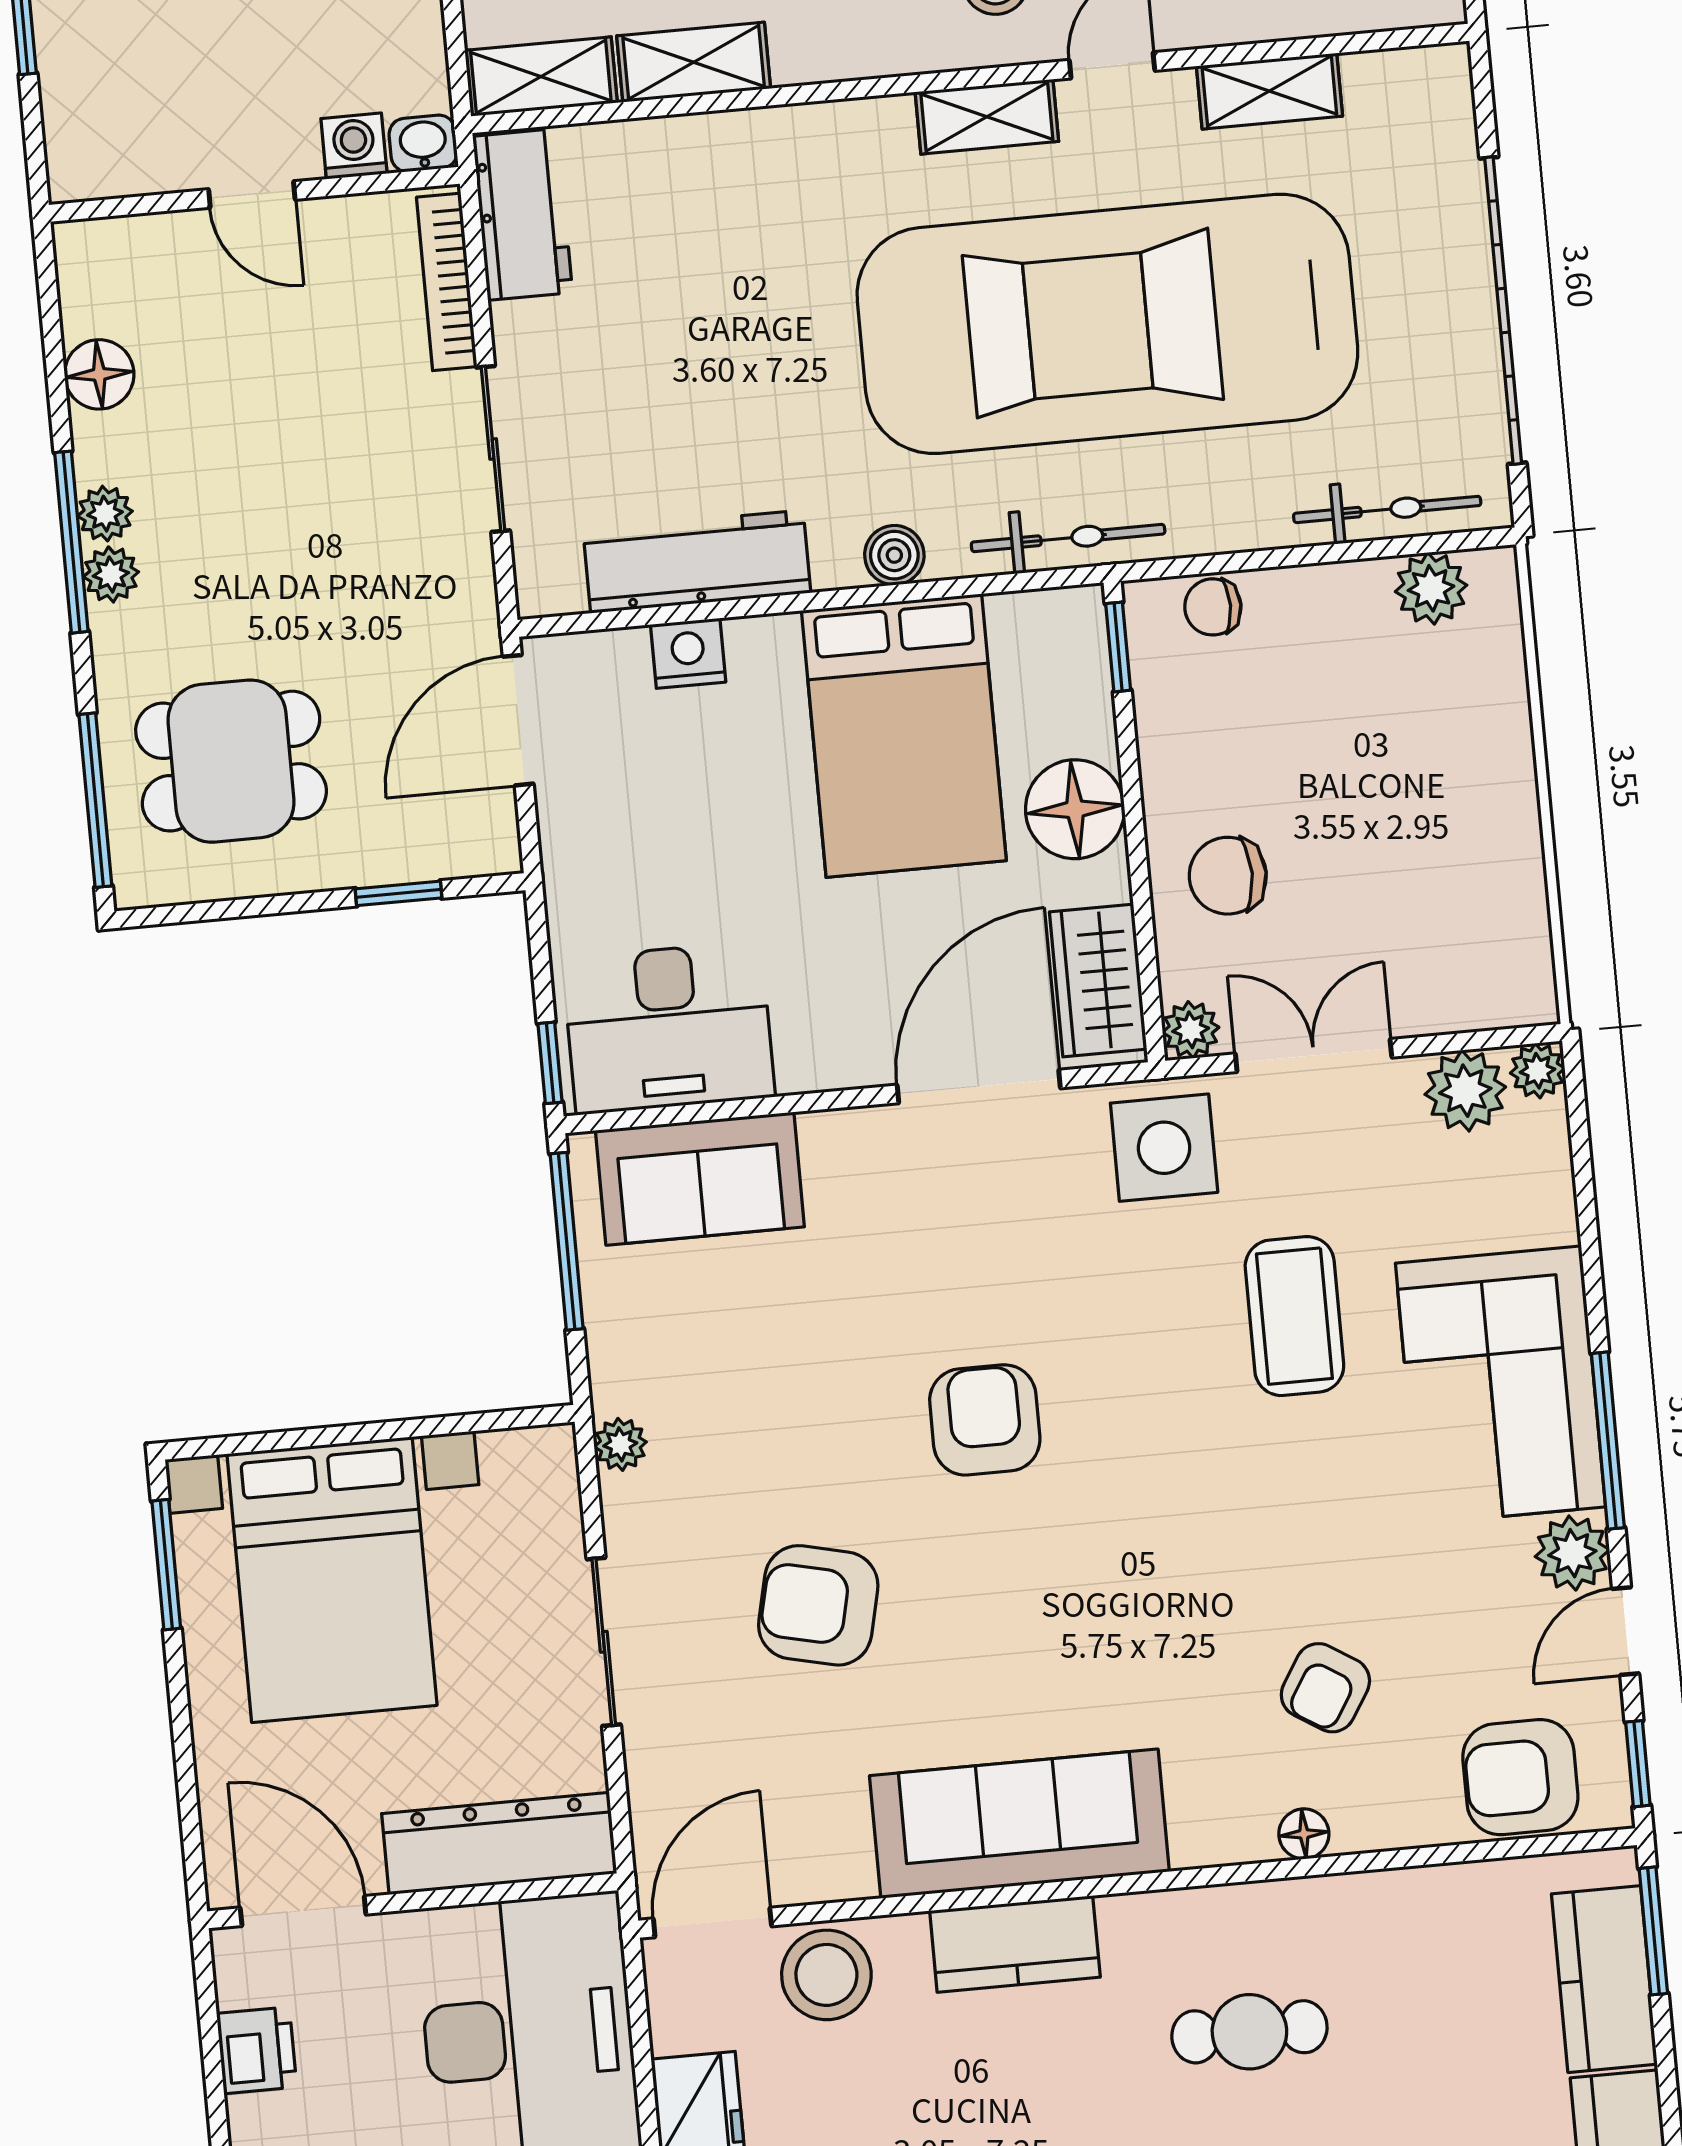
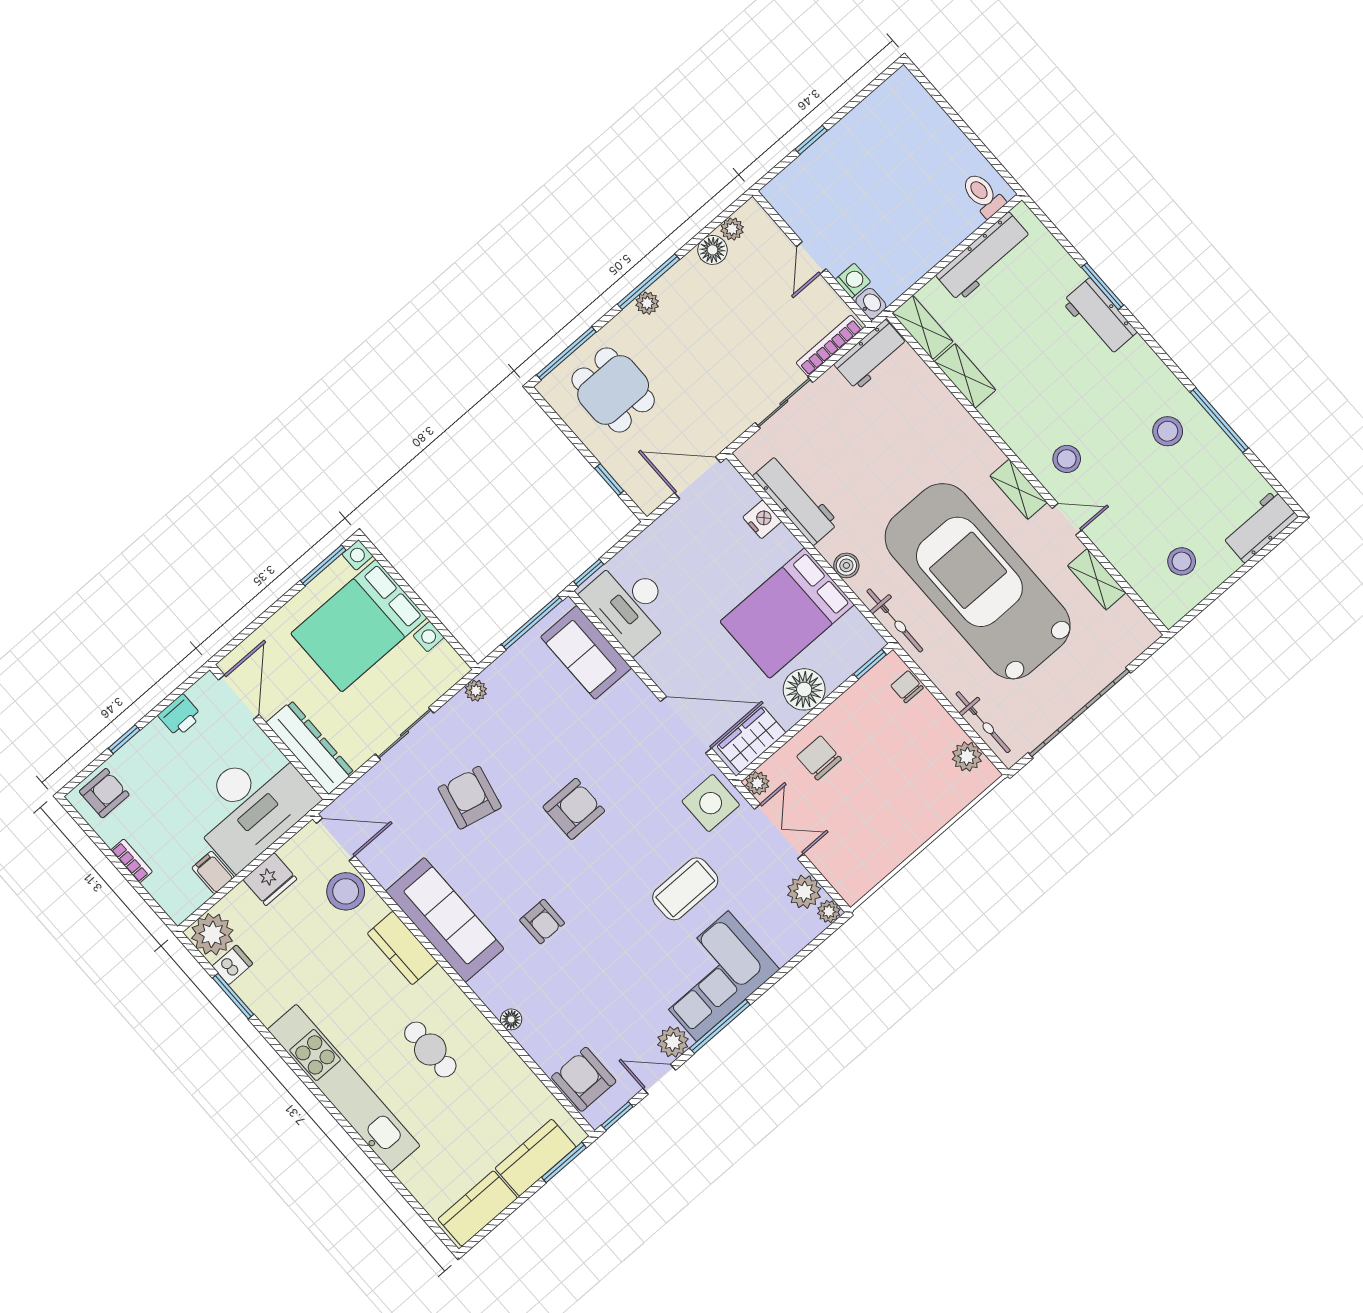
plant: (105, 514) -> (732, 229), moved
armchair: (1325, 1688) -> (542, 922), moved, turned -122

